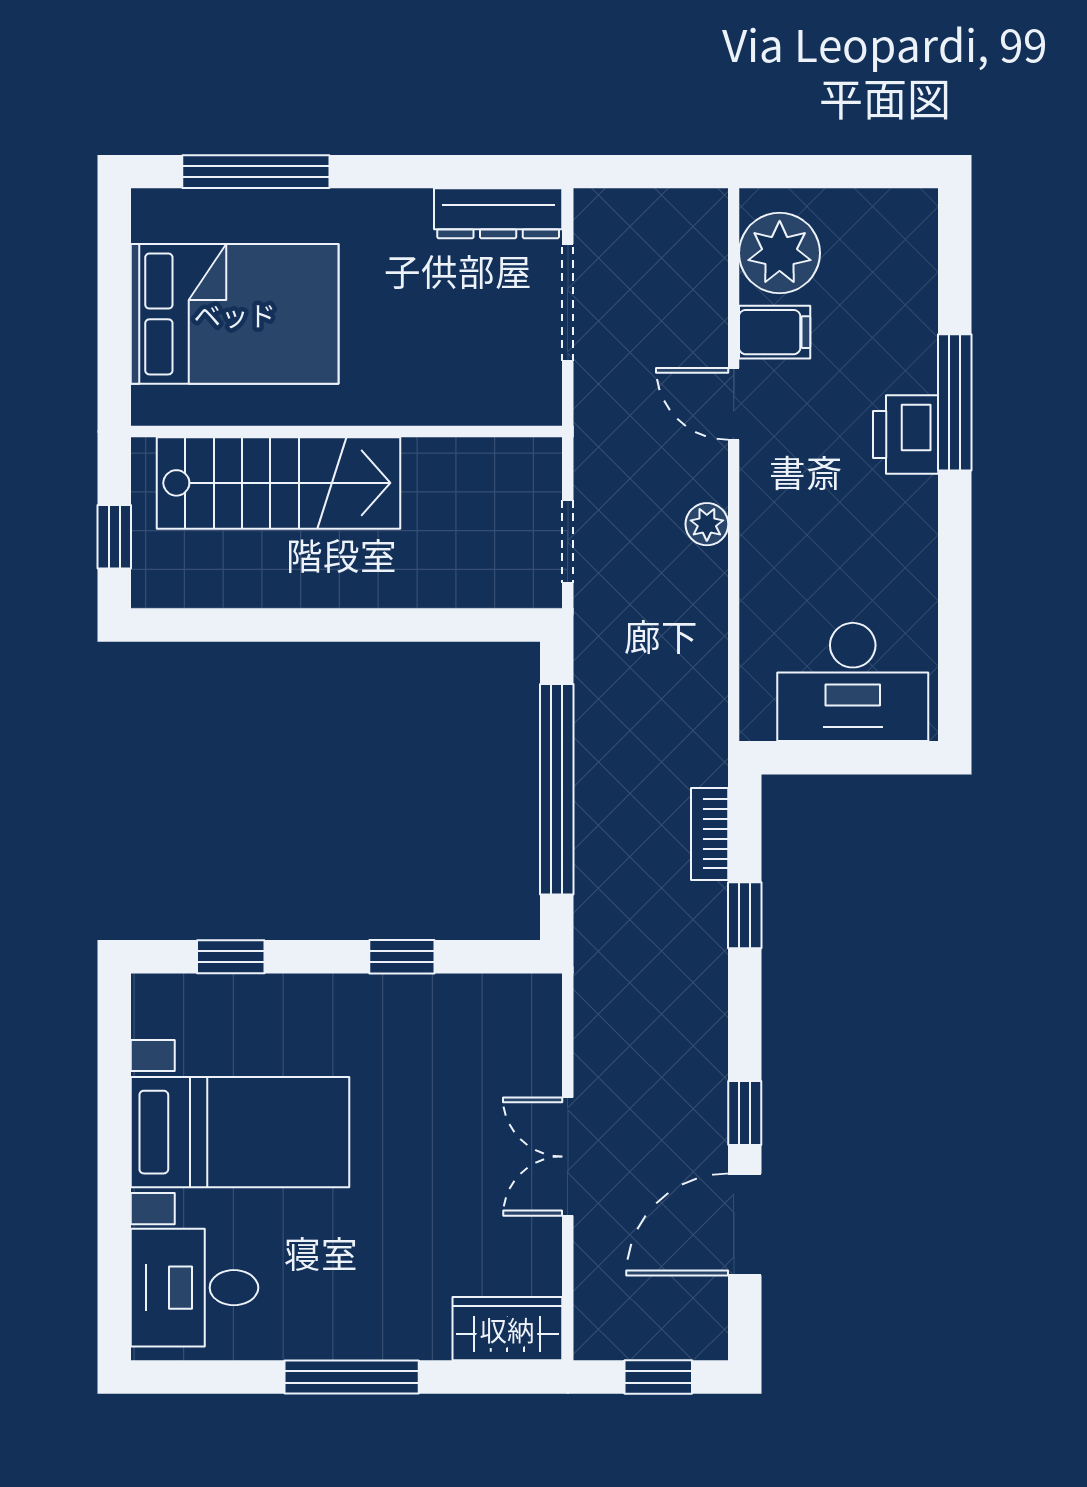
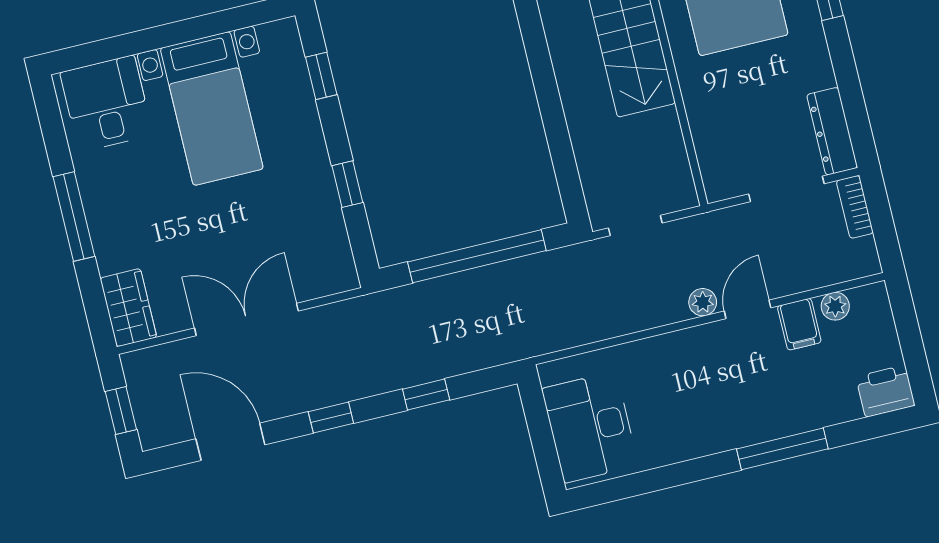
plant: (780, 253) -> (835, 306), width x0.53, depth x0.53
printer: (906, 435) -> (885, 391), moved
plant: (707, 524) -> (703, 302), moved
bookcase: (710, 834) -> (855, 207), moved, turned -90
window: (745, 1113) -> (331, 417), moved
double door: (568, 1157) -> (246, 320), width x1.37

